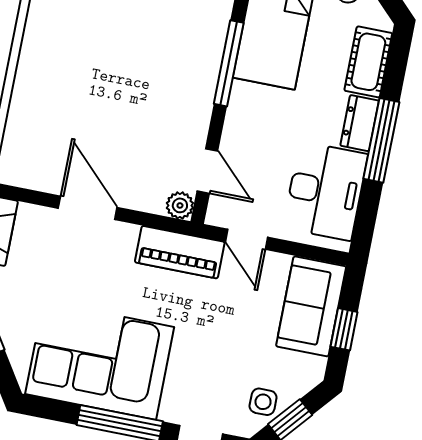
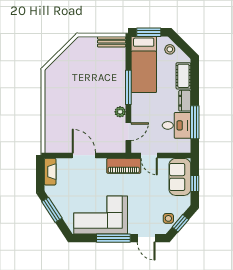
window: (381, 140) -> (195, 122), moved
door: (207, 171) -> (128, 132), hinge flipped
desk: (325, 191) -> (177, 125), width x0.73
plant: (180, 205) -> (120, 112), moved

